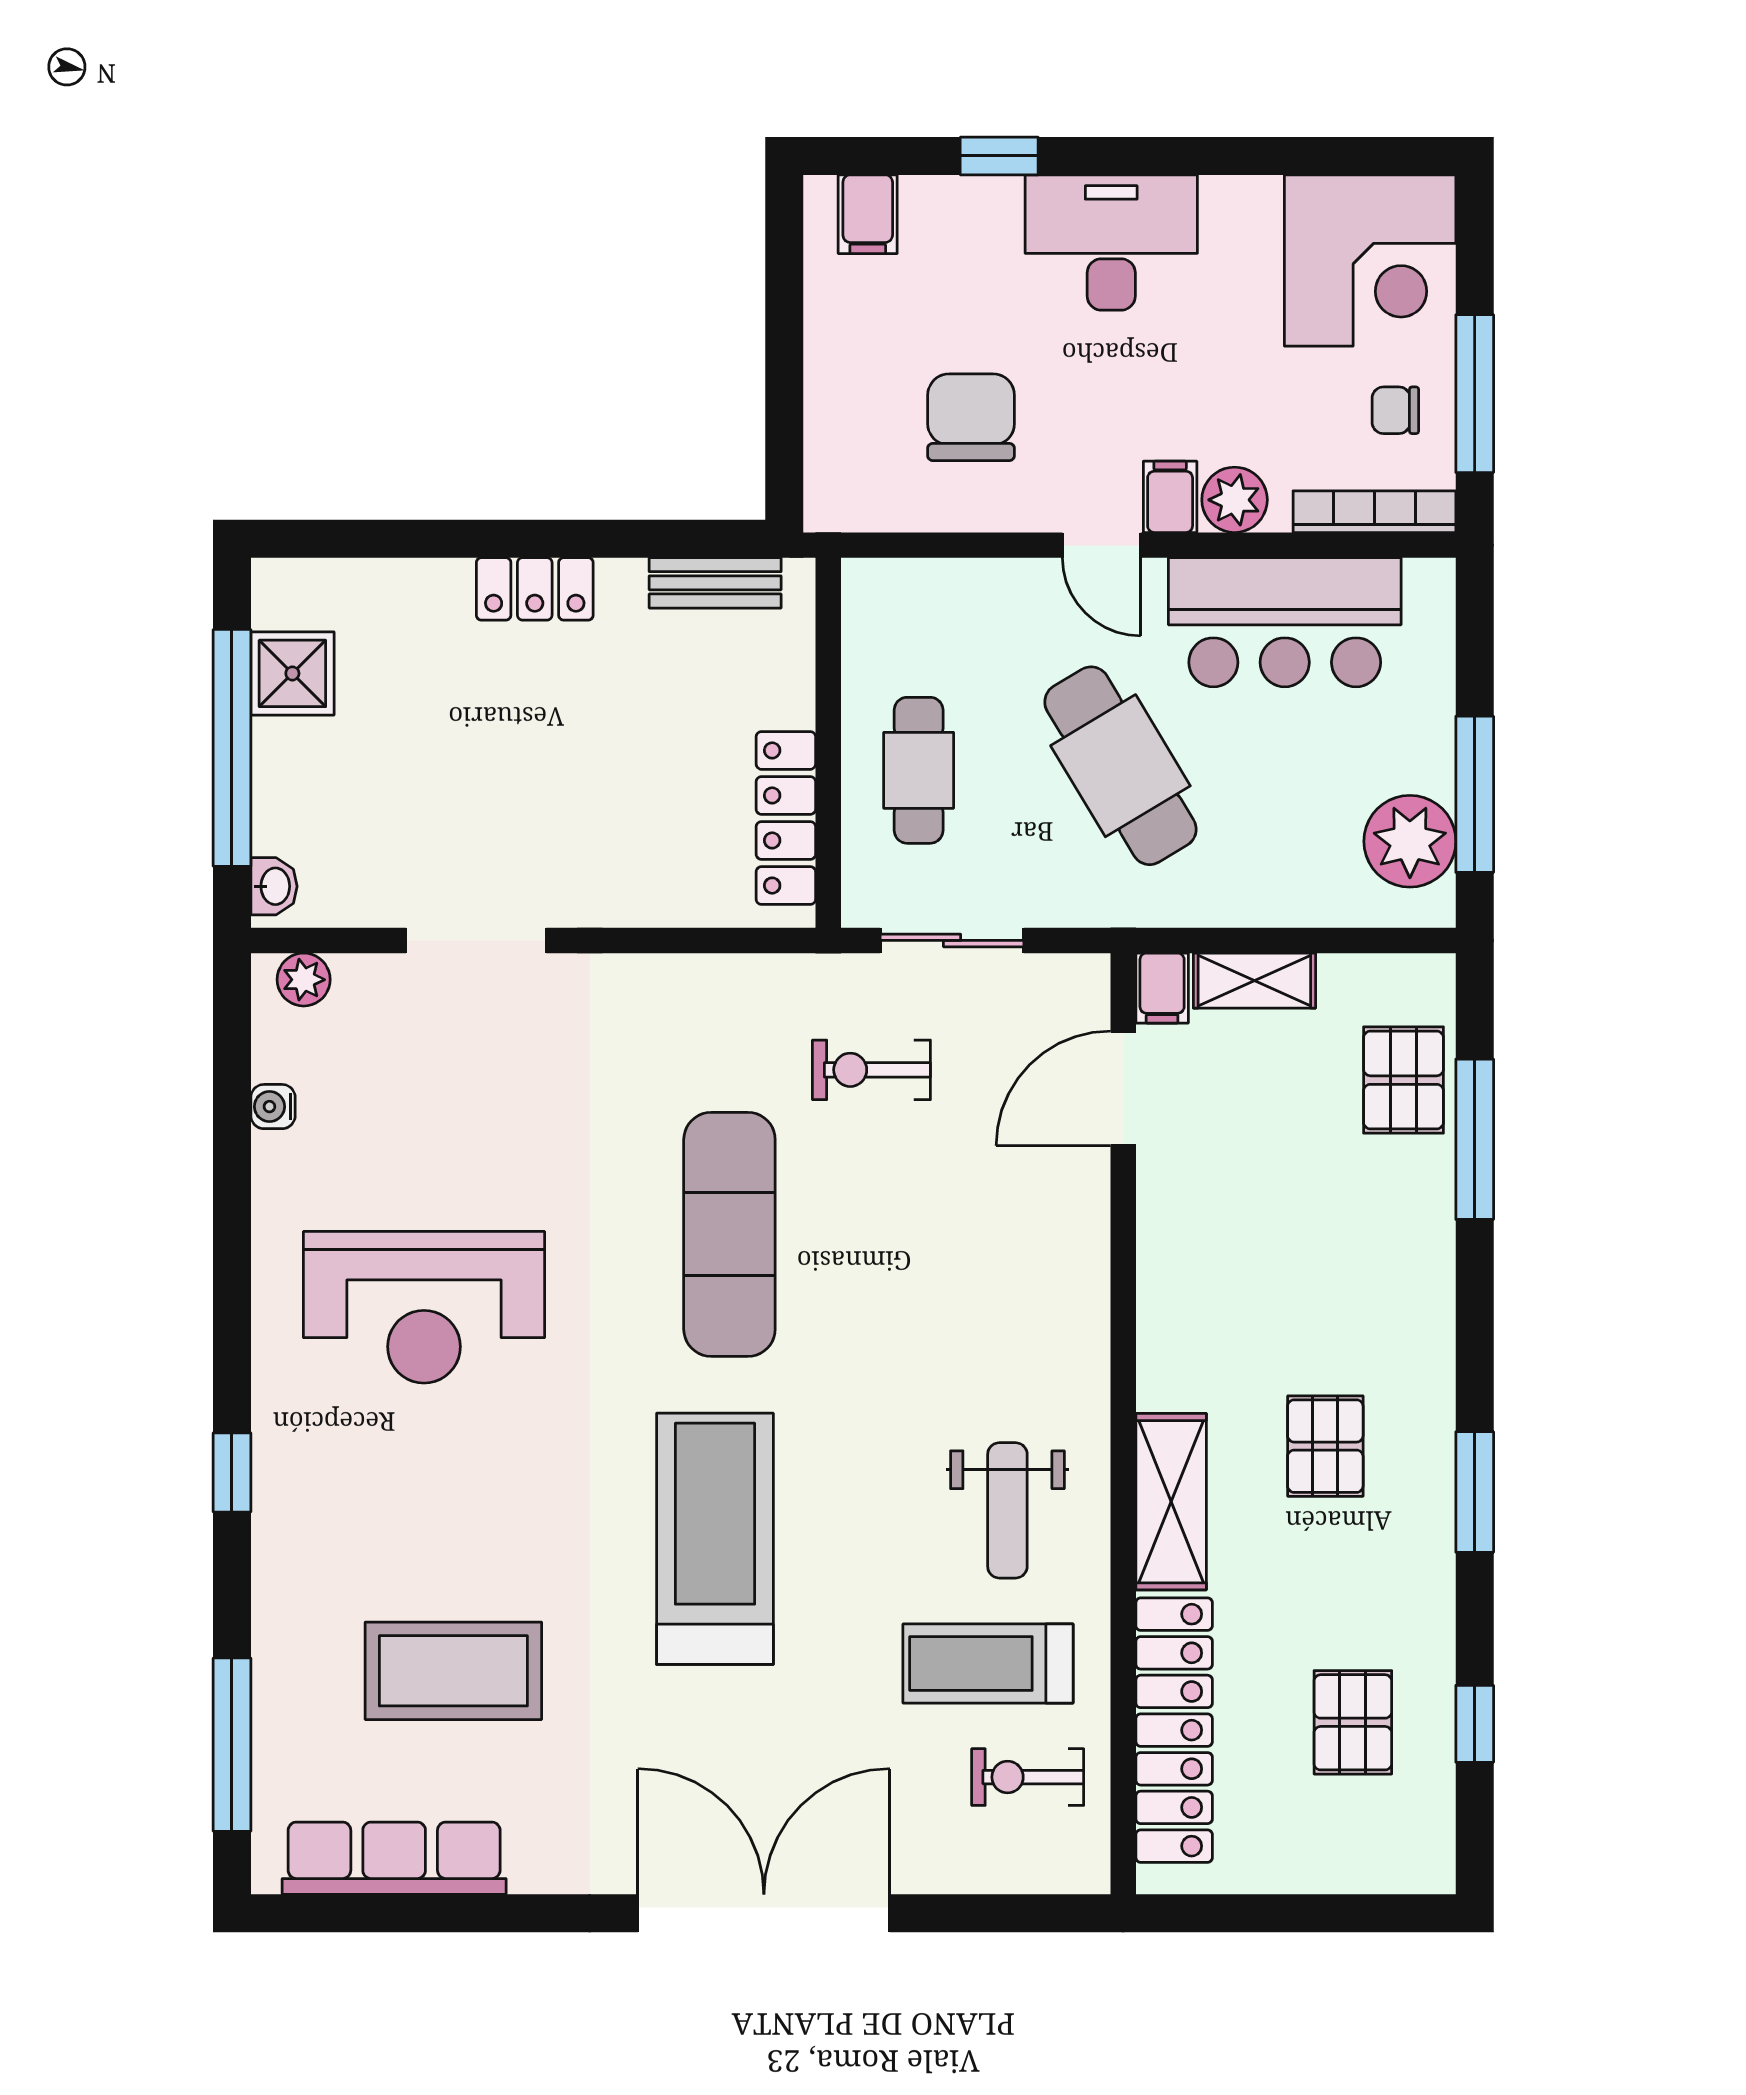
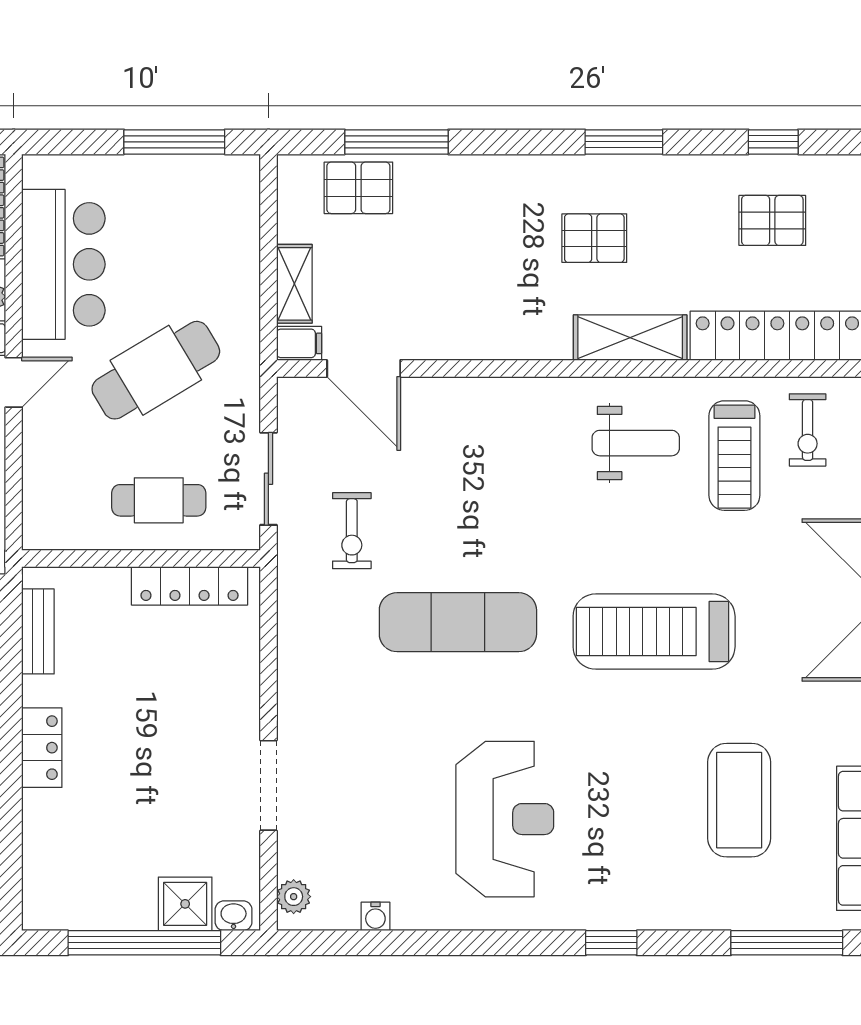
shower: (292, 673) -> (185, 904), moved
plant: (1410, 841) -> (205, 184), removed

